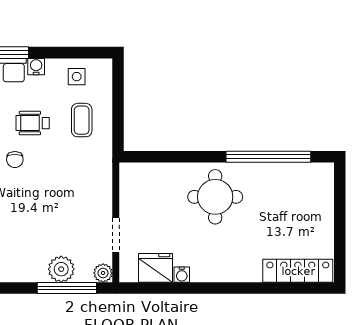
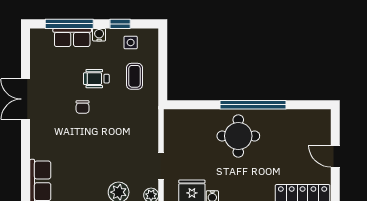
window: (63, 53) -> (120, 24), added
window: (268, 157) -> (253, 105), moved
door: (340, 223) -> (335, 156), added

